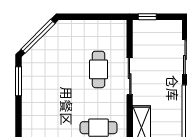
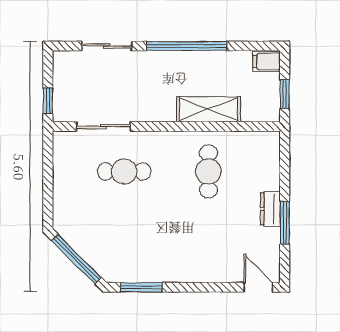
sliding door: (130, 76) -> (103, 126), moved

